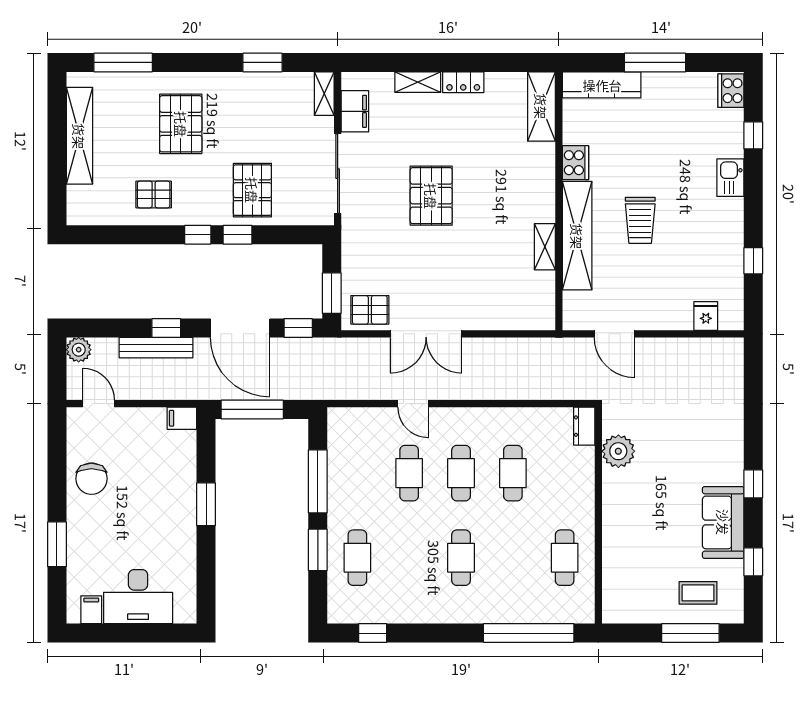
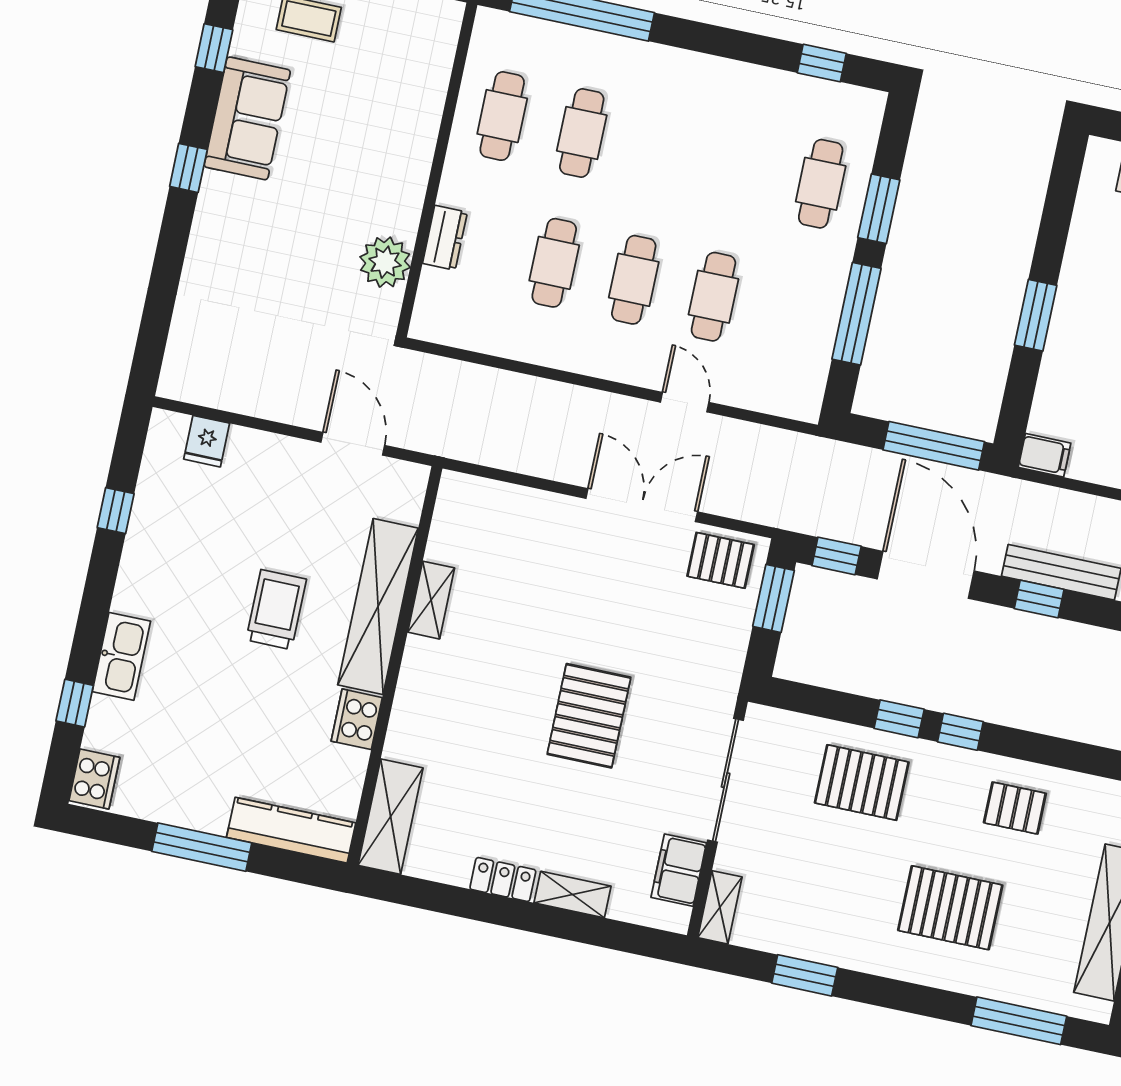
pallet: (181, 124) -> (950, 908), turned 90
kitchen sink: (730, 178) -> (121, 656), width x1.38
pallet: (252, 190) -> (862, 783), turned 90
dresser: (584, 426) -> (445, 238), moved
cafe table: (461, 558) -> (582, 133), moved

